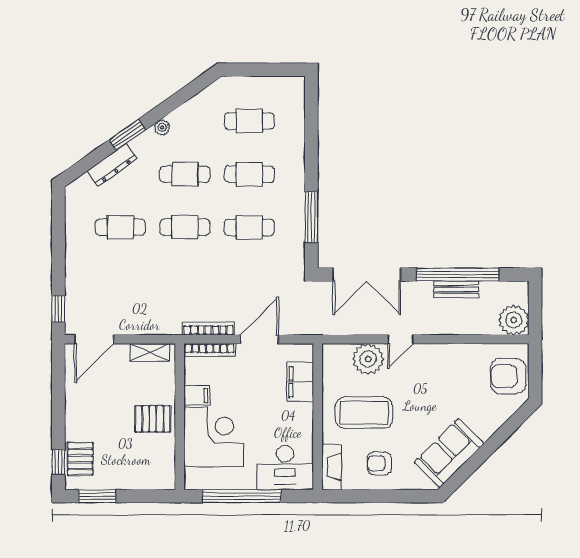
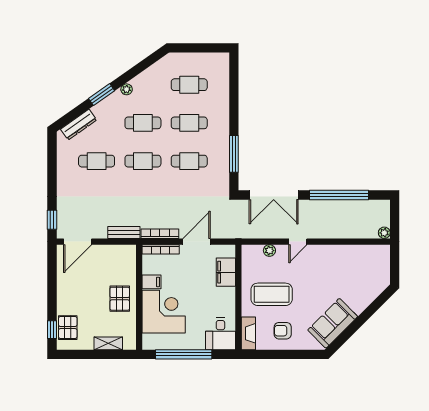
dresser: (112, 165) -> (79, 125), moved
bench: (456, 289) -> (124, 232), moved
plant: (514, 320) -> (384, 233), width x0.53, depth x0.53
shelving: (150, 352) -> (108, 343), moved
plant: (368, 359) -> (269, 251), width x0.53, depth x0.53
armchair: (508, 376) -> (375, 268), removed
pallet: (153, 419) -> (120, 299), turned 90
desk: (285, 468) -> (220, 334), width x0.73
window: (97, 496) -> (80, 354), removed

